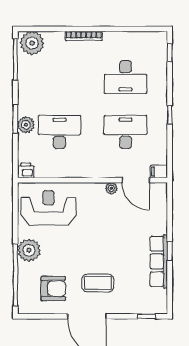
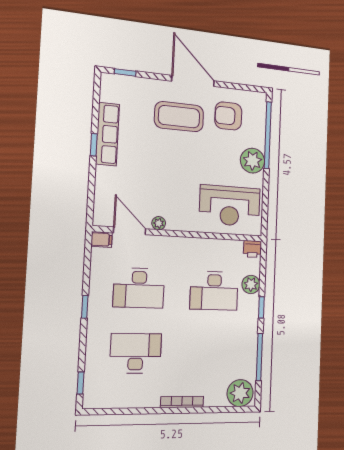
window: (15, 59) -> (259, 357), moved
window: (15, 119) -> (261, 307), width x0.67
plant: (26, 125) -> (251, 284), moved
coffee table: (98, 283) -> (179, 117), width x1.36, depth x1.32

